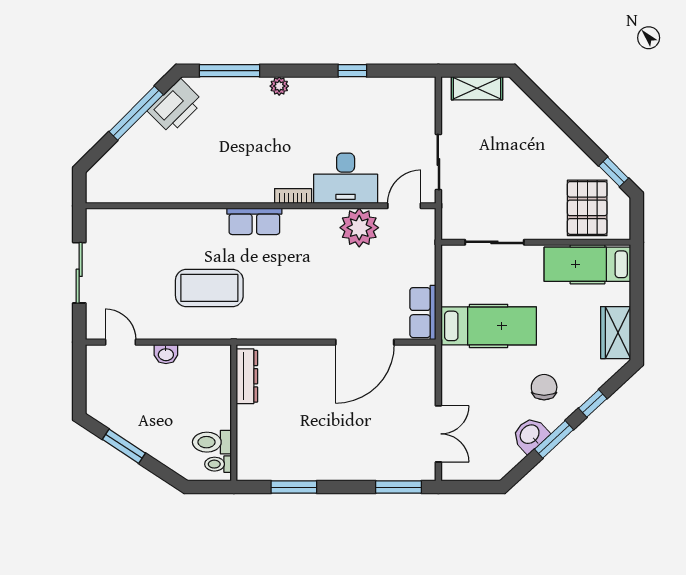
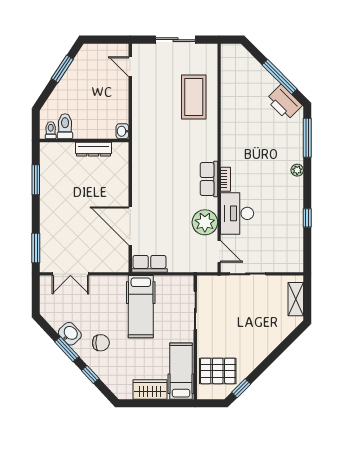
row of seats: (254, 221) -> (209, 179), moved
coffee table: (209, 288) -> (194, 97), moved
wardrobe: (616, 333) -> (150, 389), moved
door: (120, 342) -> (130, 67), swing flipped
washbasin: (166, 354) -> (122, 131), moved
dresser: (247, 376) -> (93, 149), moved

